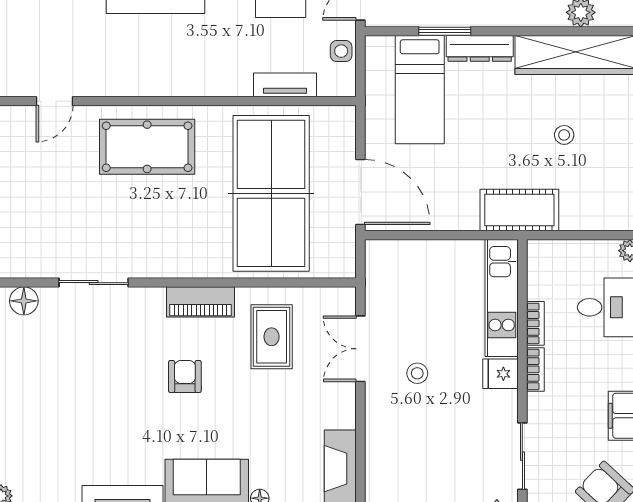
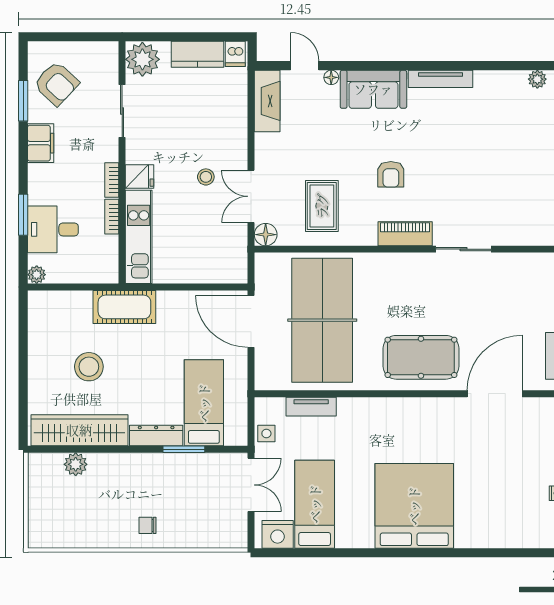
door: (54, 101) -> (495, 394), width x1.88
stool: (564, 135) -> (89, 367), width x1.89, depth x1.89
floor lamp: (24, 301) -> (266, 235), moved
piano: (200, 302) -> (405, 234), moved
double door: (360, 349) -> (251, 196), swing flipped

